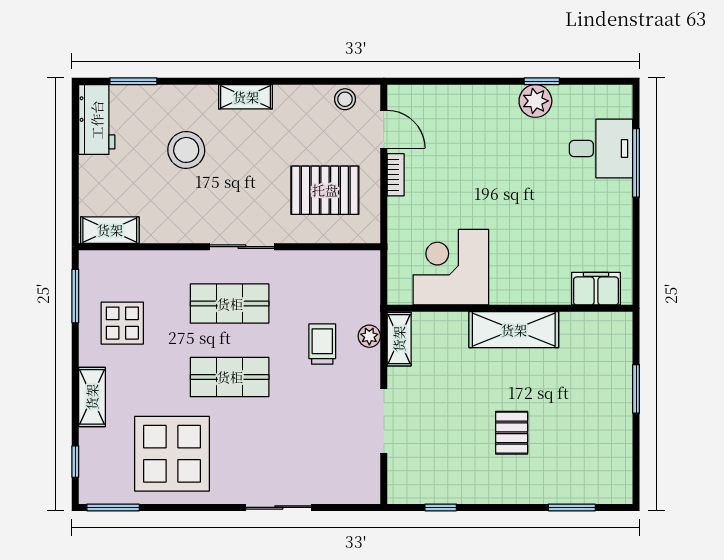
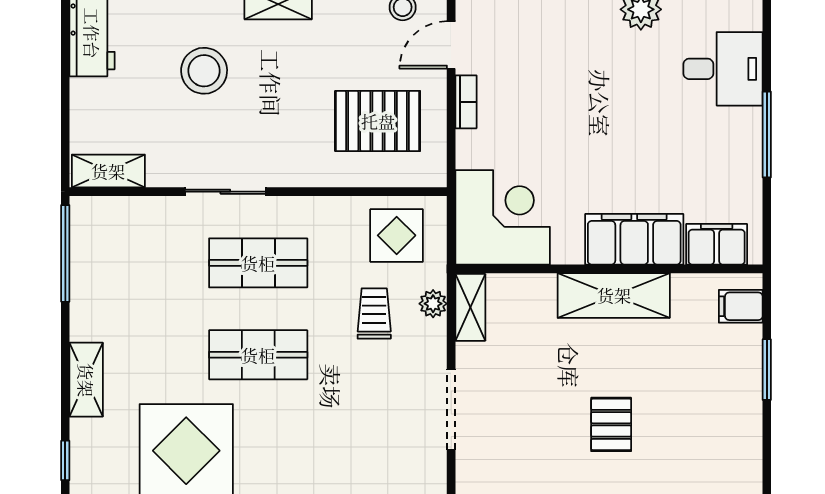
door: (384, 129) -> (451, 45), swing flipped
window: (636, 163) -> (767, 135), moved
sliding door: (242, 247) -> (225, 192), moved
corner desk: (451, 267) -> (503, 217), moved, turned 90
filing cabinet: (530, 285) -> (634, 239), added
window: (75, 296) -> (65, 253), width x1.44
display table: (122, 323) -> (397, 235), moved
filing cabinet: (615, 338) -> (741, 306), added

